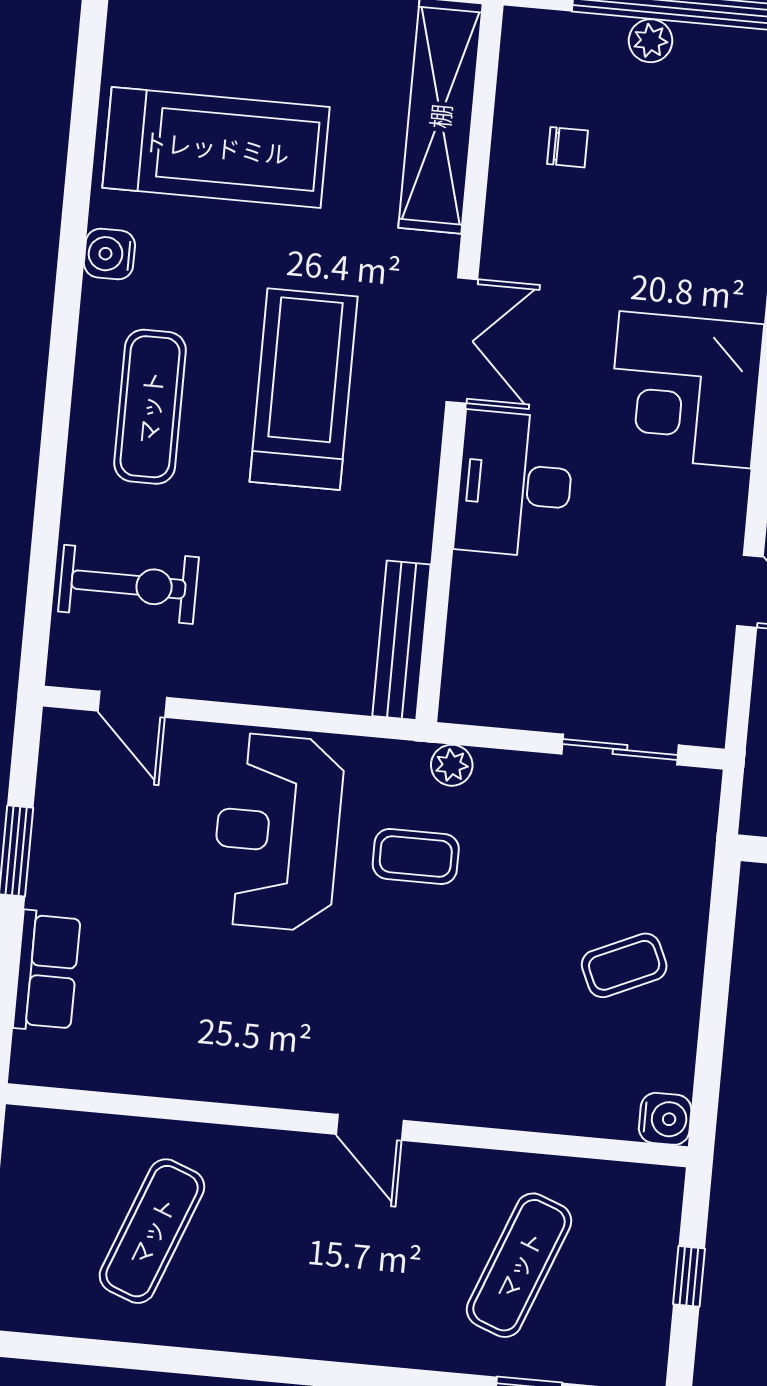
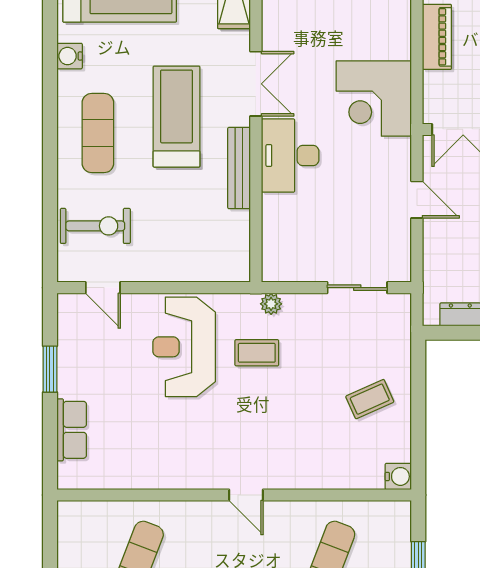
bench: (402, 640) -> (239, 168), moved

